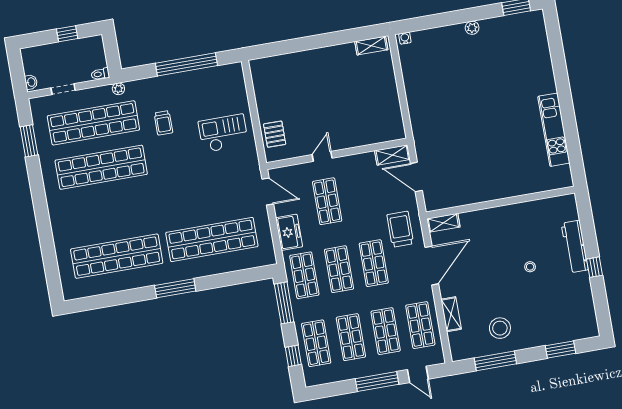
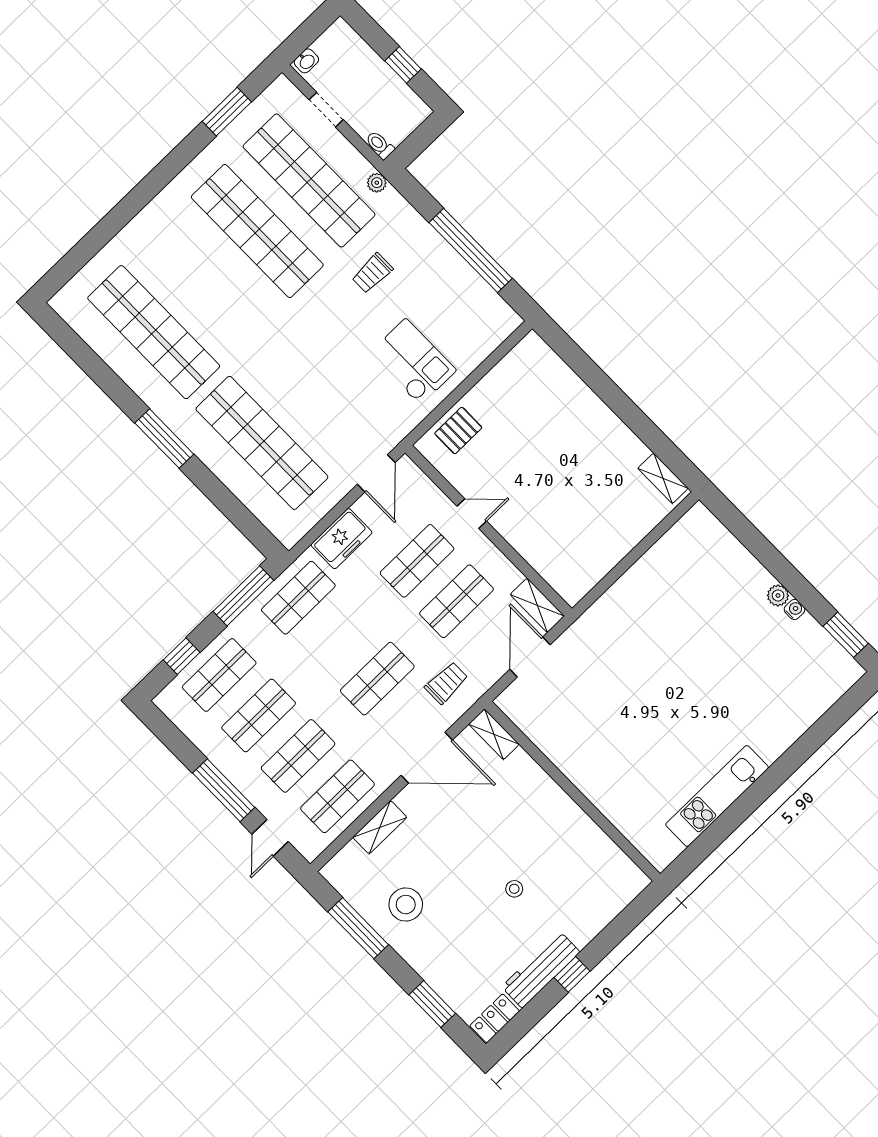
water cooler: (405, 38) -> (795, 609), moved
trolley: (400, 229) -> (446, 683), width x0.73, depth x0.72
workbench: (575, 246) -> (541, 969), moved
shop shelf: (339, 269) -> (457, 601), moved
locker: (590, 322) -> (495, 1018), added

